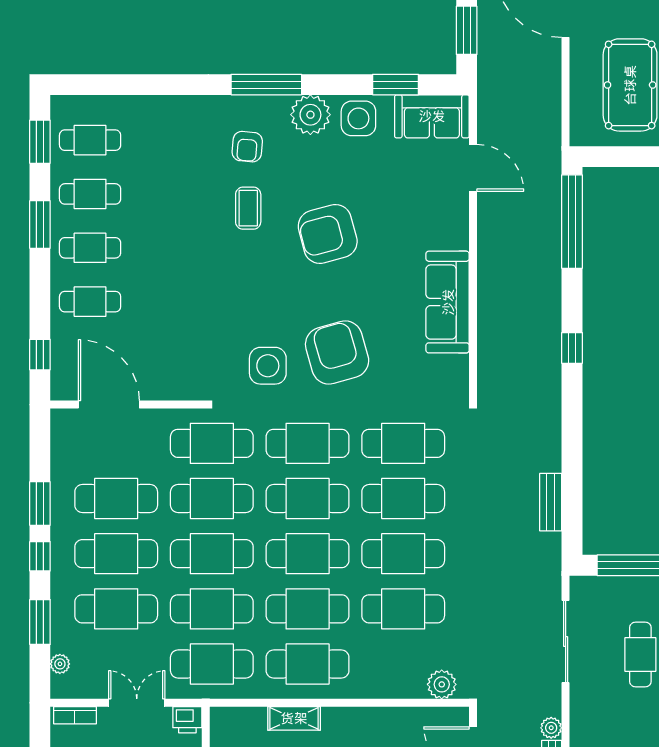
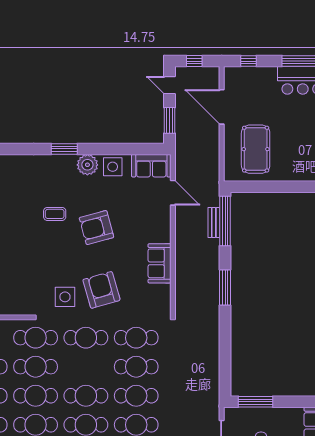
window: (266, 85) -> (64, 149), width x0.69
window: (396, 85) -> (132, 149), removed
armchair: (247, 147) -> (54, 182), removed
coffee table: (248, 208) -> (55, 214), turned 90
sofa: (448, 302) -> (160, 263), width x0.73
window: (572, 348) -> (225, 288), width x2.17
cafe table: (308, 499) -> (86, 367), removed
bench: (551, 502) -> (214, 222), moved

